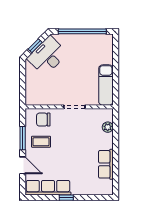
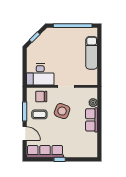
desk: (47, 56) -> (40, 74), moved, turned -135
exam couch: (106, 85) -> (92, 53), moved
side table: (69, 138) -> (62, 111), added
row of seats: (106, 164) -> (92, 120), moved

